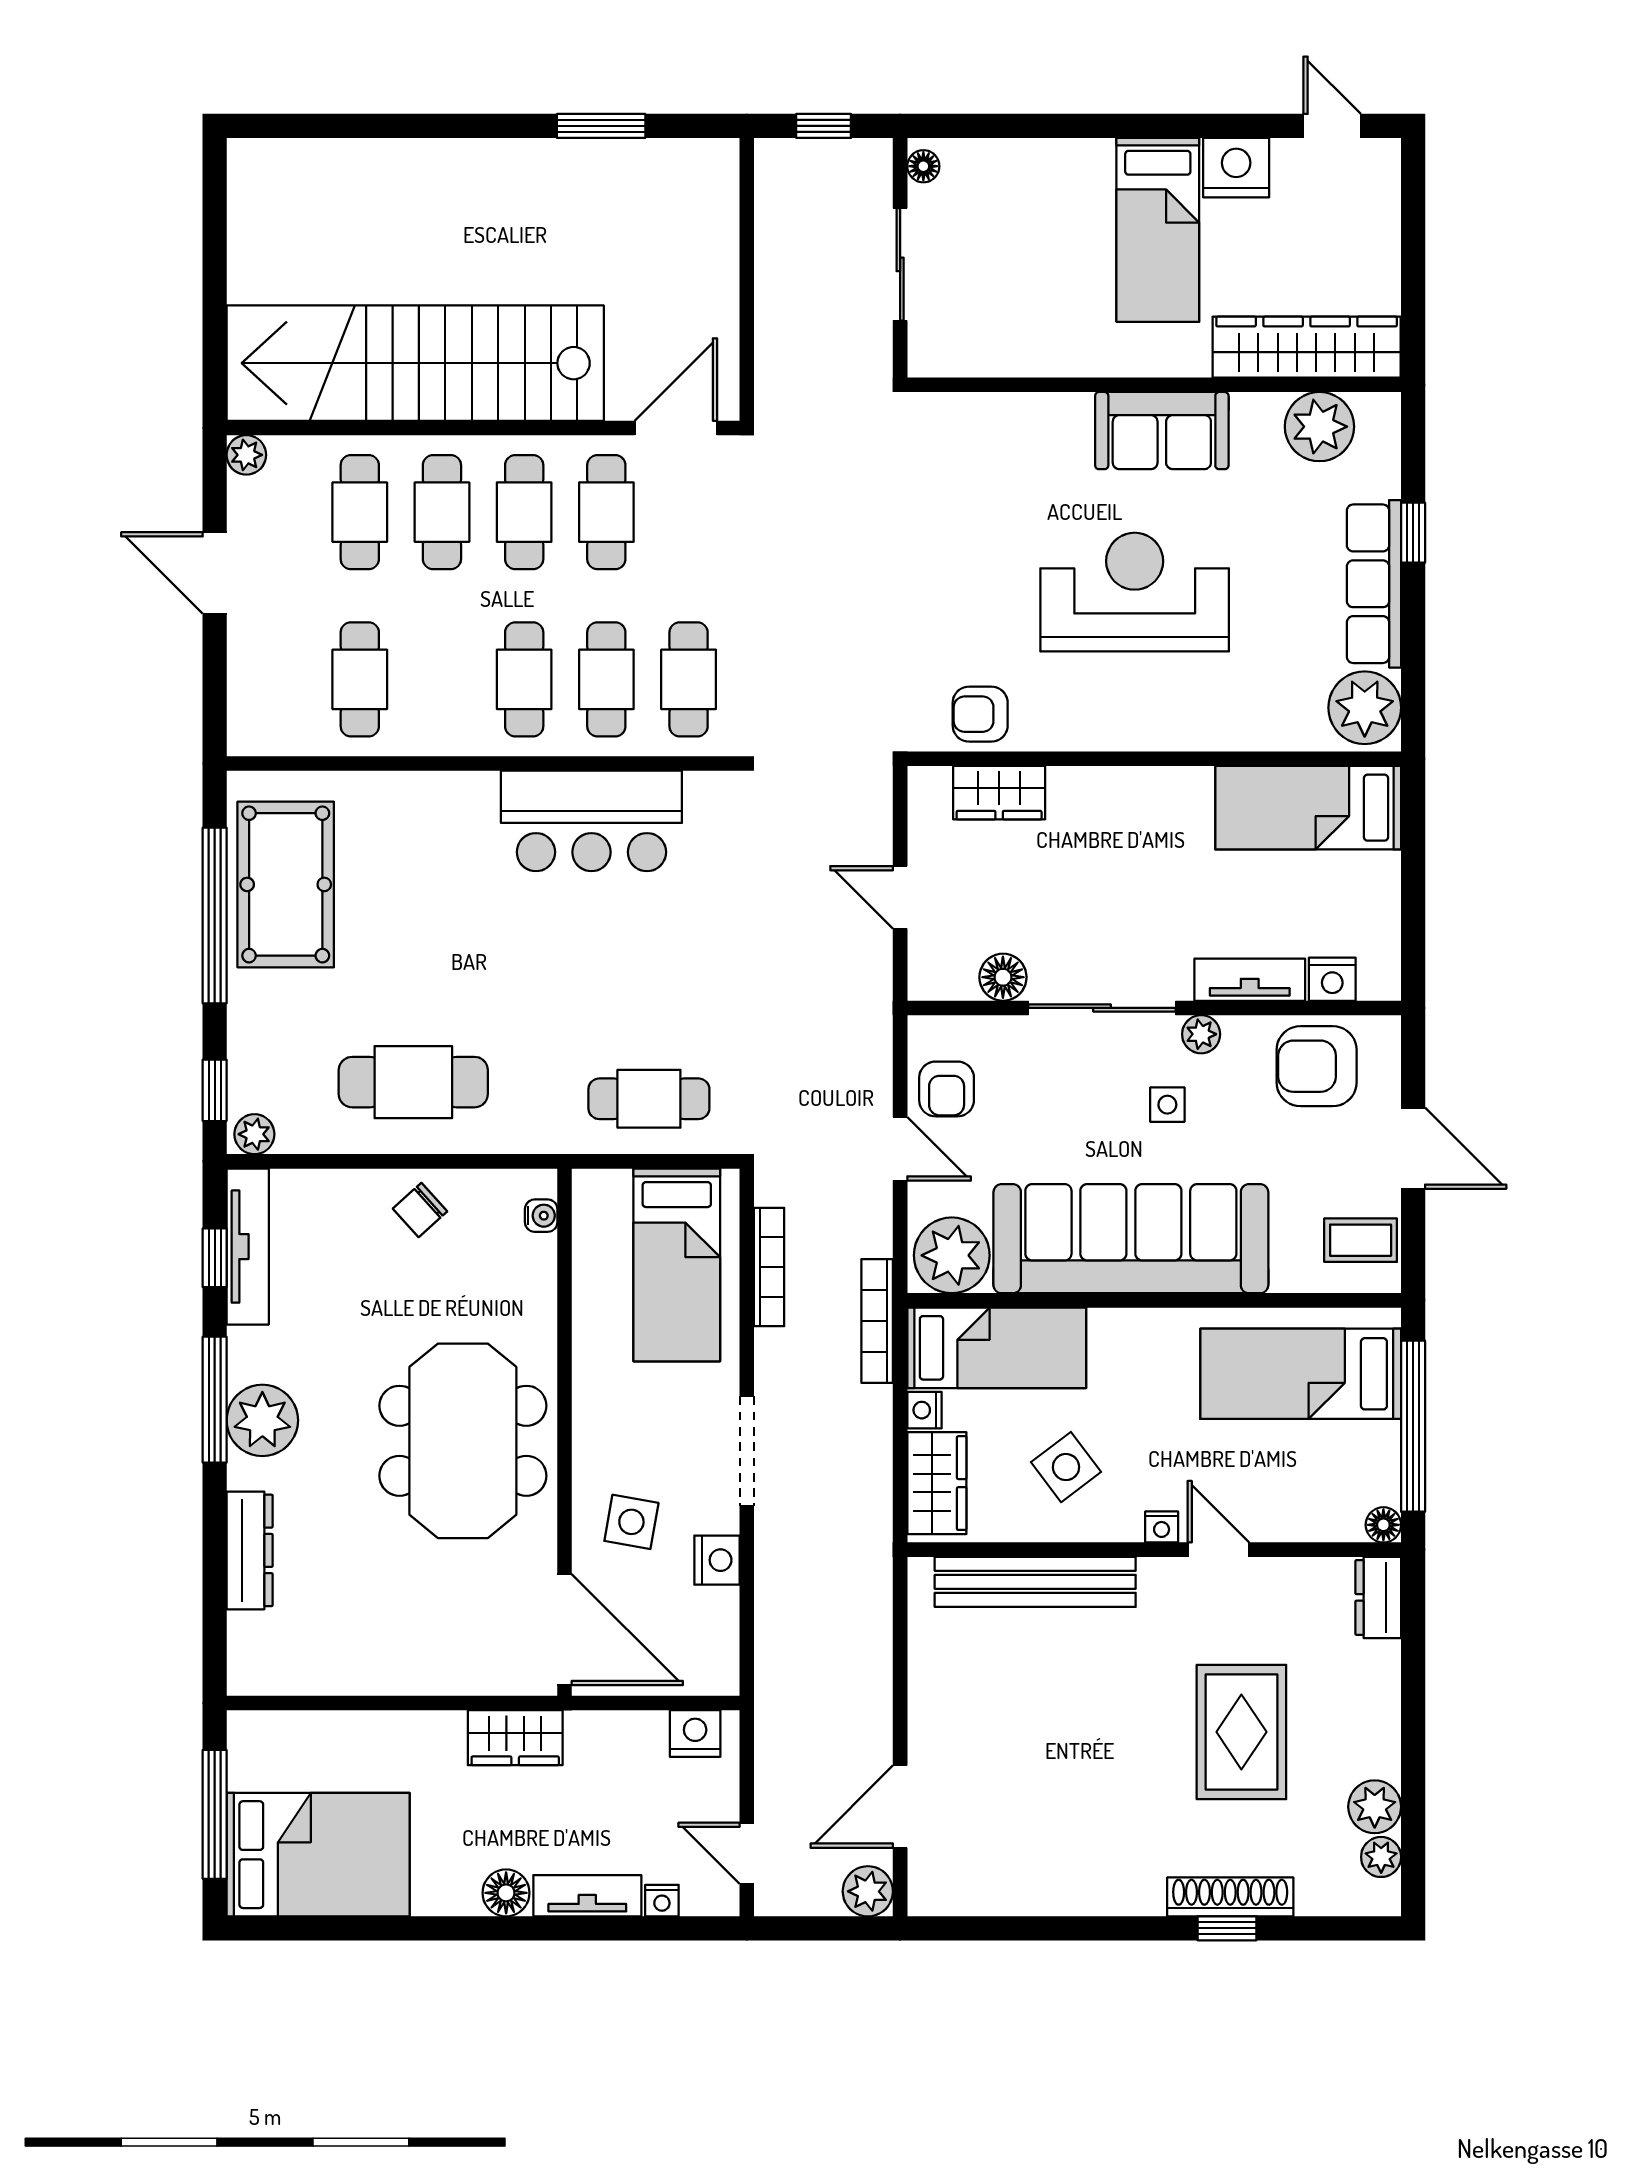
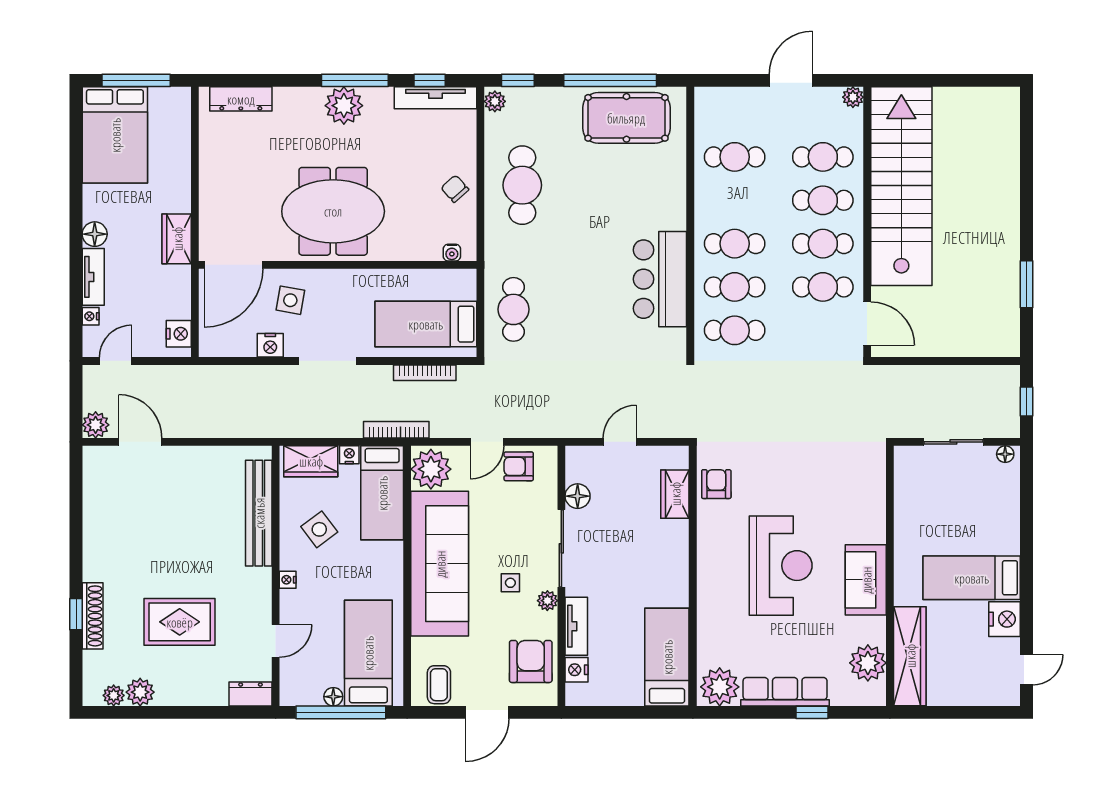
floor lamp: (1383, 1525) -> (333, 697), moved
dresser: (250, 1550) -> (241, 99), moved
door: (1218, 1550) -> (276, 641), moved

